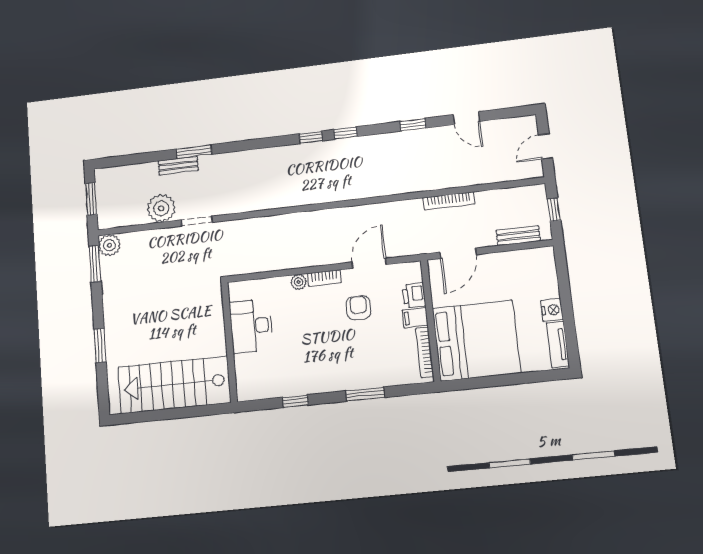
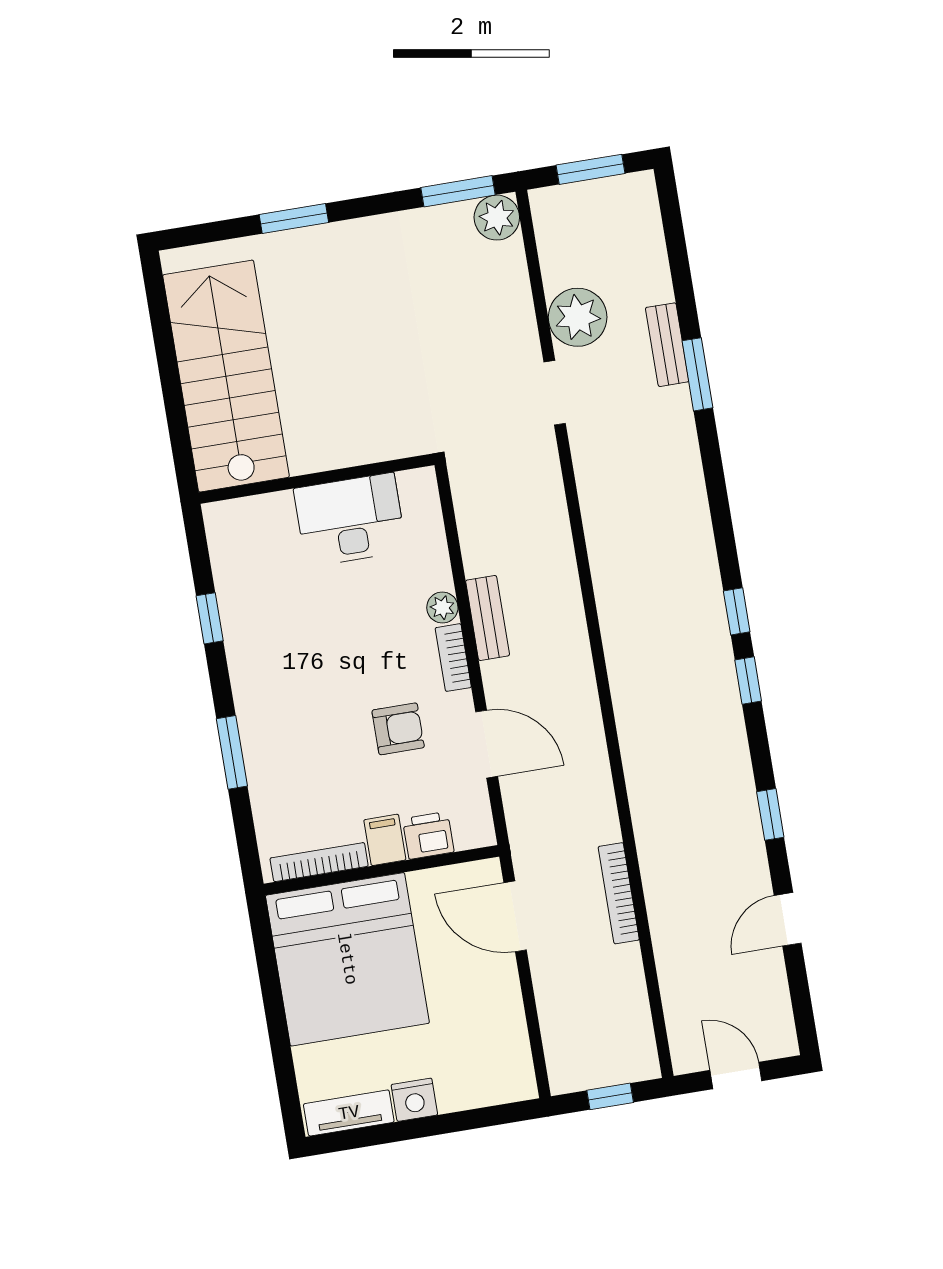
bench: (518, 236) -> (488, 618), moved

